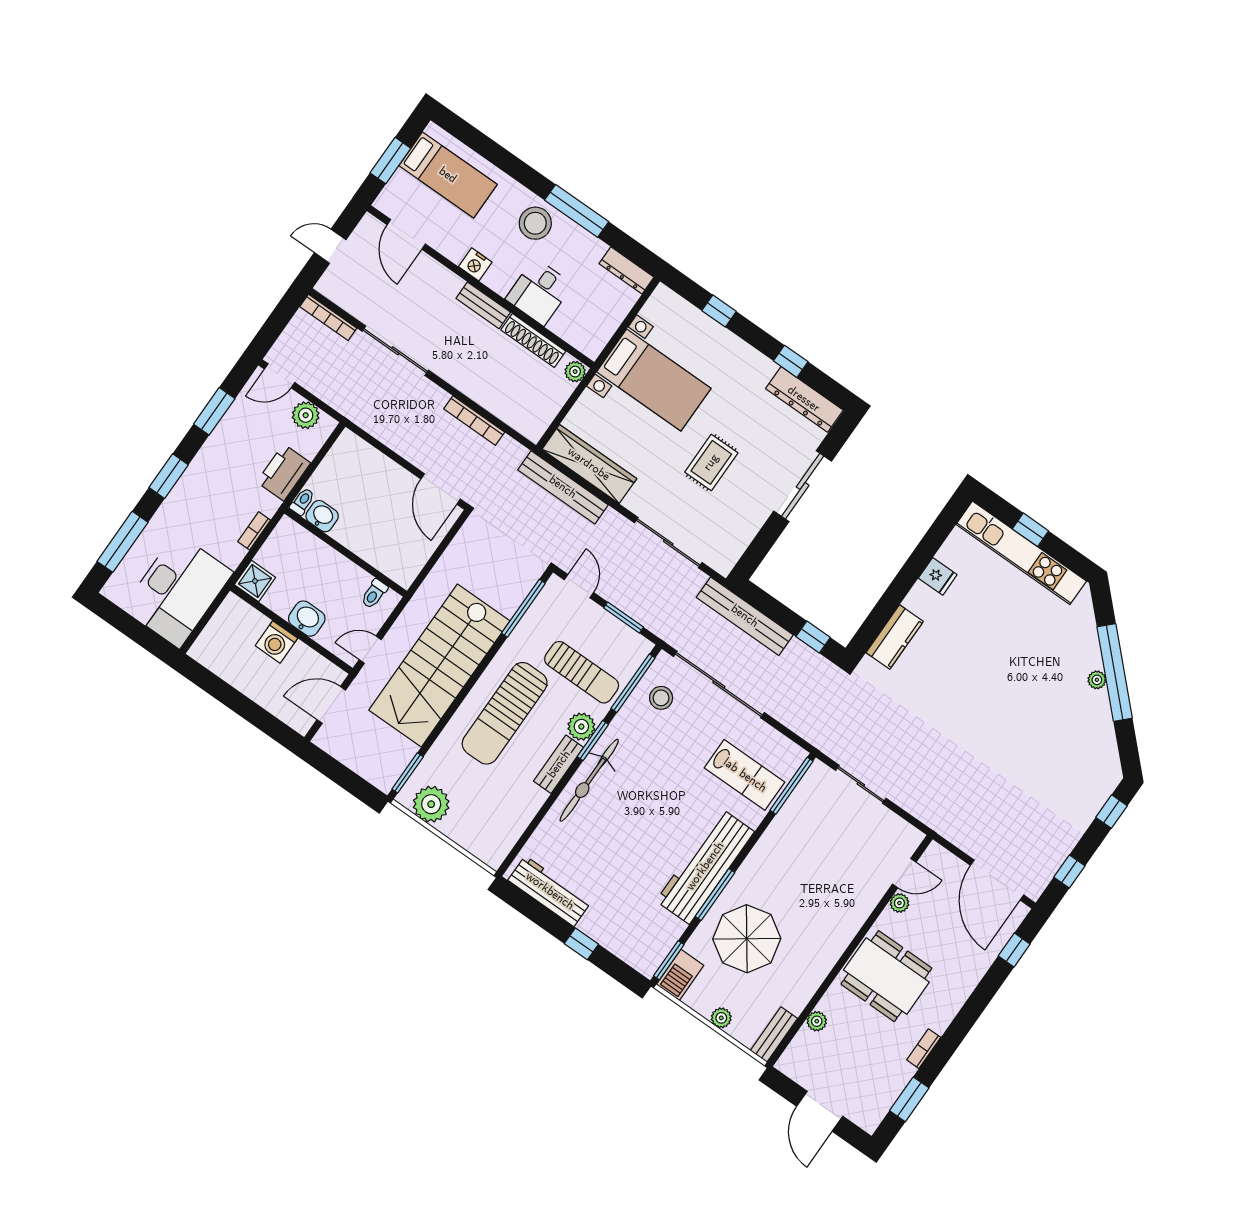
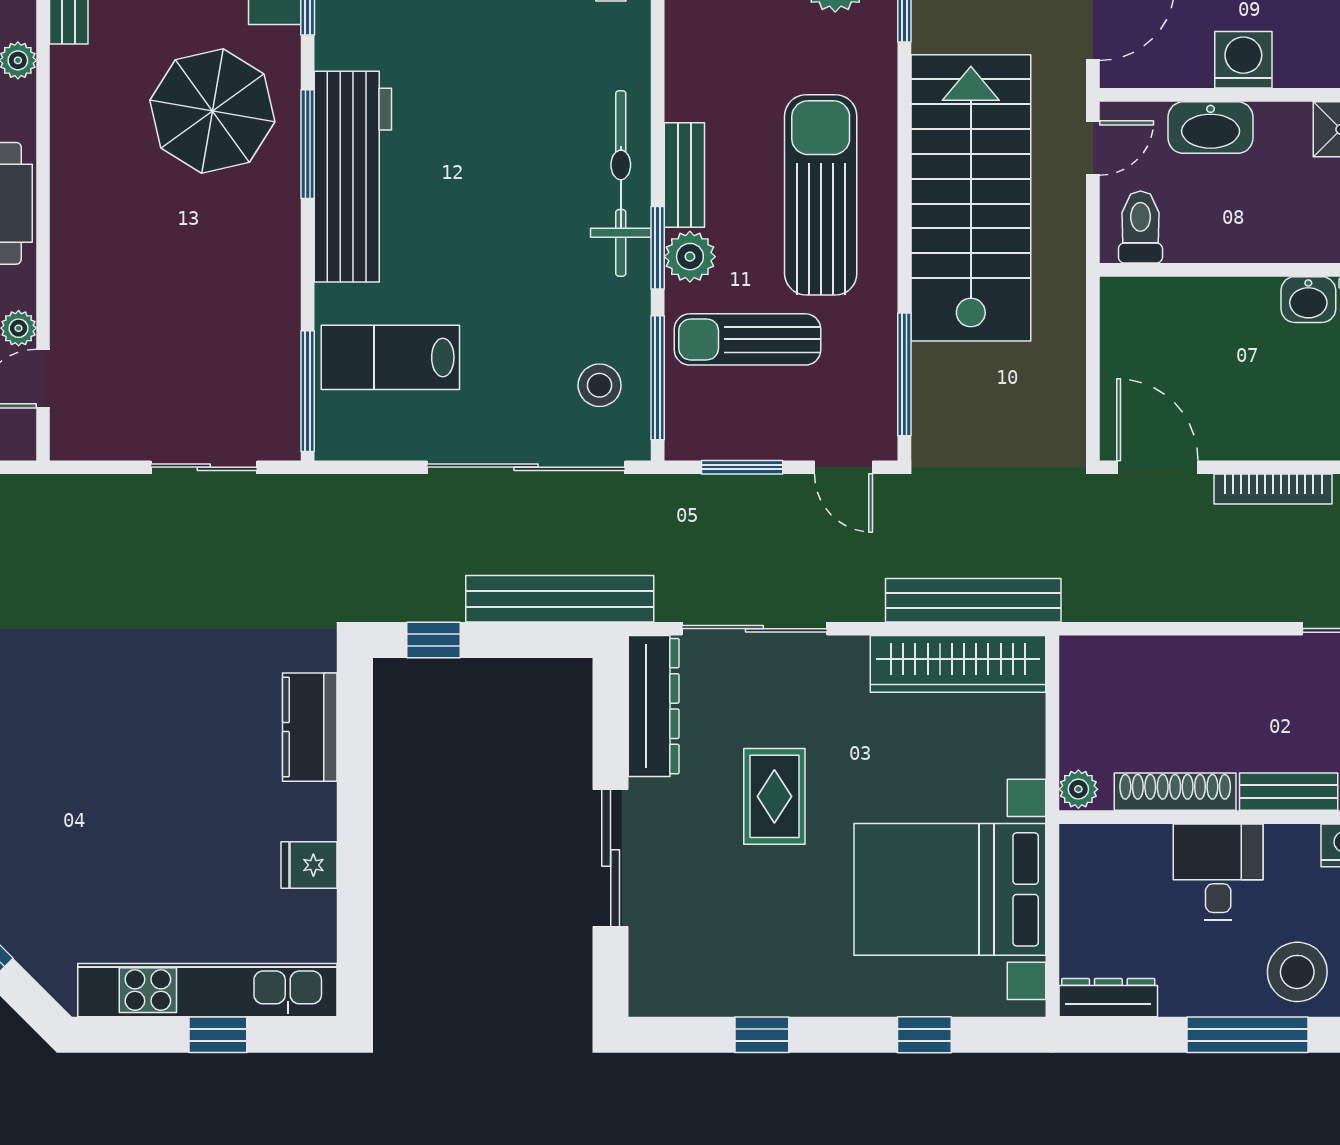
bed with nightstands: (654, 380) -> (950, 889), width x1.36
dresser: (804, 399) -> (654, 706), moved, turned 90
bookcase: (474, 421) -> (1273, 489), moved, turned 180
toilet: (374, 594) -> (1140, 227), width x1.37, depth x1.39
washbasin: (307, 619) -> (1211, 128), width x1.38

